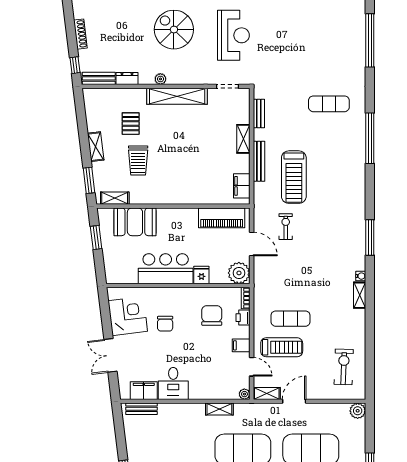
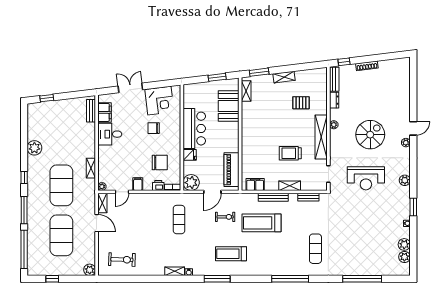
trolley: (138, 161) -> (290, 153), moved
exercise mat: (291, 319) -> (179, 220), moved
treadmill: (282, 347) -> (231, 254), moved, turned 90

